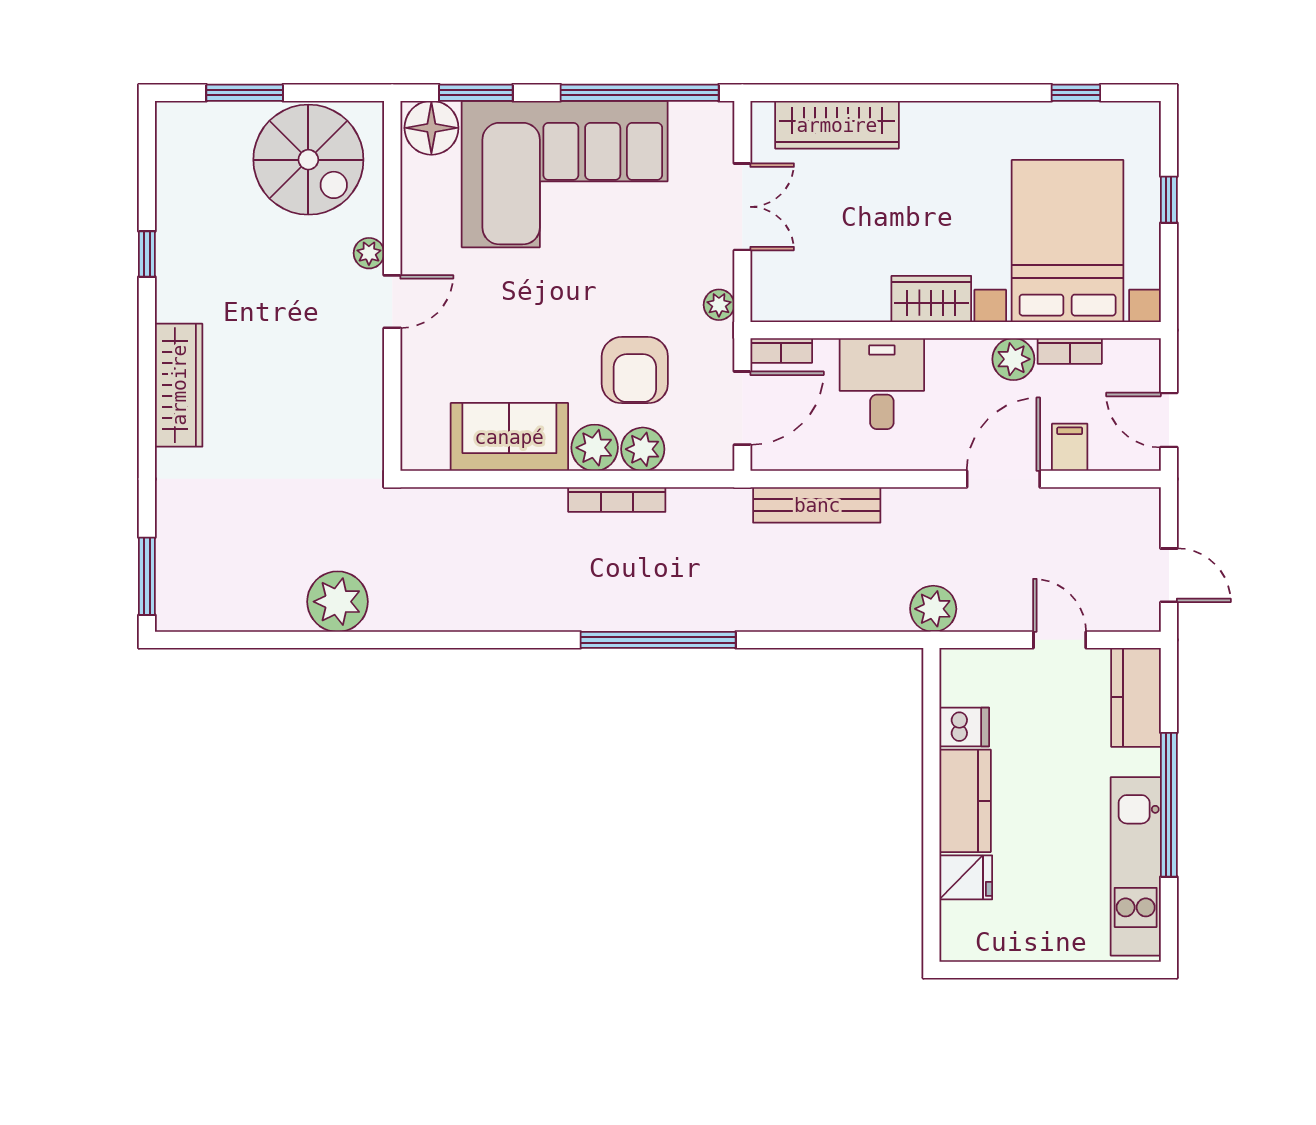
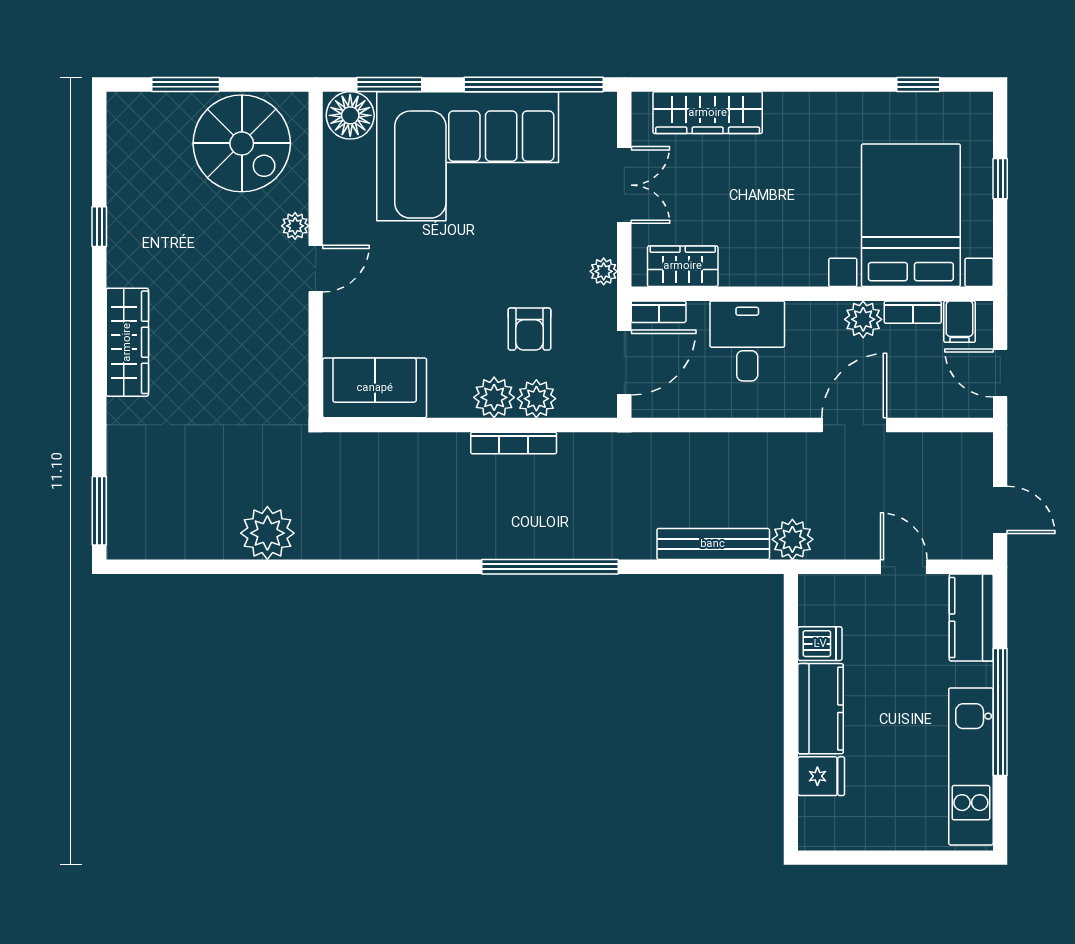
wardrobe: (931, 299) -> (683, 266), moved
armchair: (635, 370) -> (529, 329), width x0.72, depth x0.72
sofa: (509, 437) -> (375, 388), moved
filing cabinet: (1070, 447) -> (960, 322), moved, turned 180
bench: (817, 505) -> (713, 544), moved

